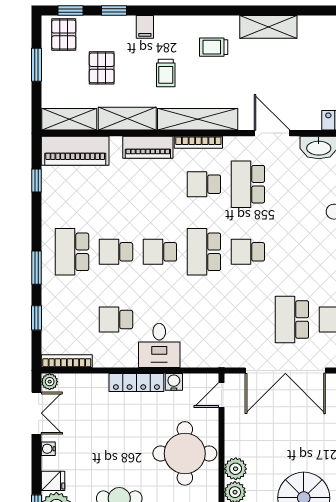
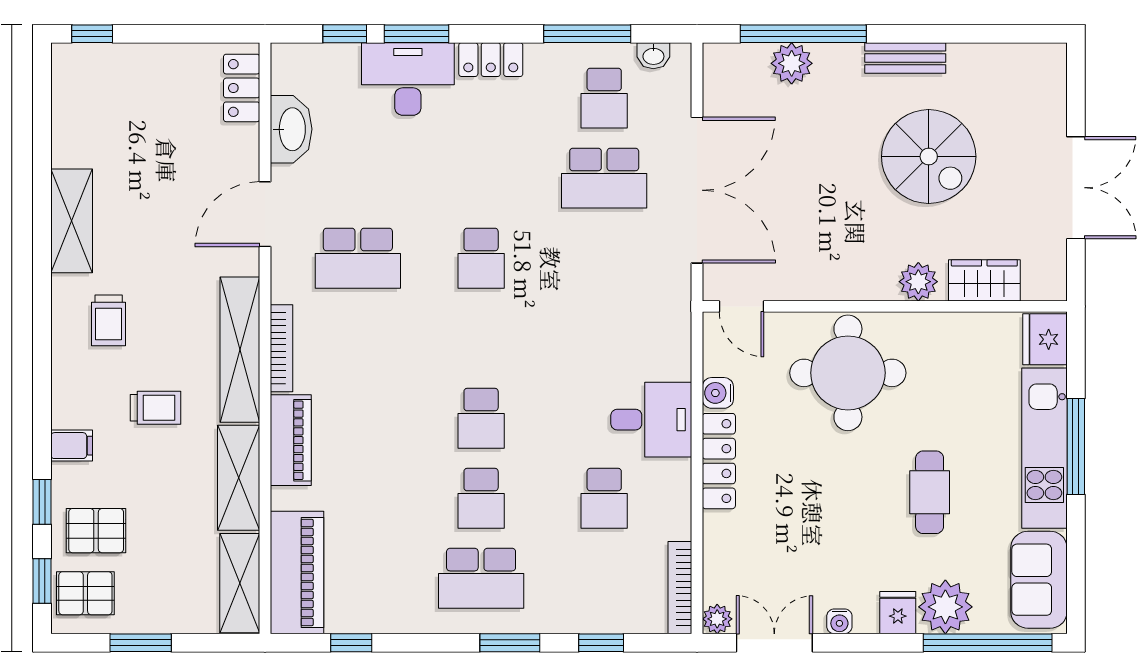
pallet: (102, 68) -> (96, 531), moved
school desk: (204, 184) -> (358, 338), removed
school desk: (204, 252) -> (481, 338), removed
plant: (236, 469) -> (876, 281), removed

